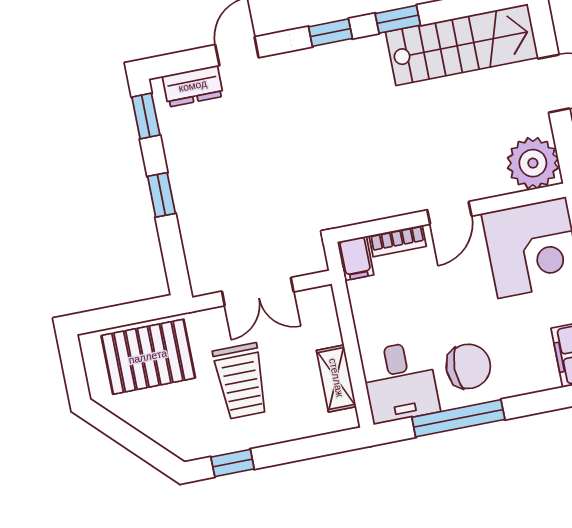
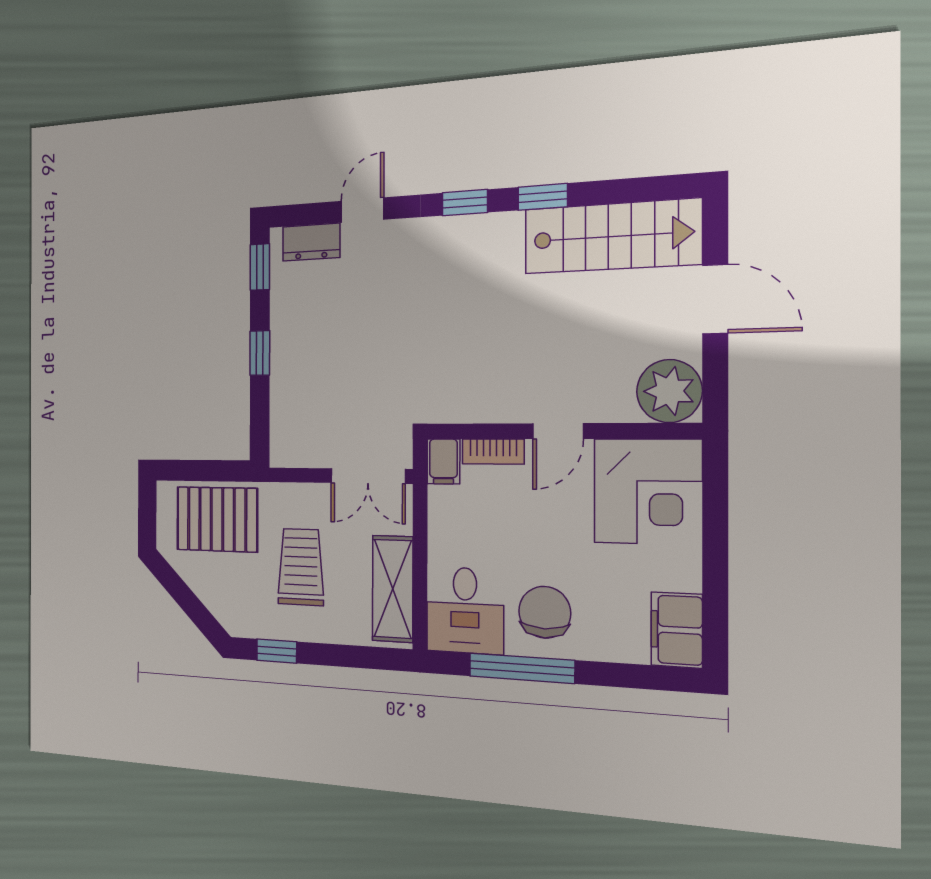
double door: (258, 292) -> (368, 476), moved
chair: (468, 366) -> (545, 612), turned -90
shelving: (336, 378) -> (393, 589), width x1.50, depth x1.33
trolley: (241, 381) -> (301, 567), turned 180

